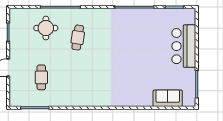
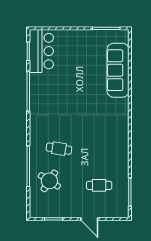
round table: (46, 28) -> (49, 181), turned 33
bar counter: (184, 46) -> (41, 51), moved, turned -90
sofa: (168, 98) -> (118, 70), width x1.85, depth x1.27

